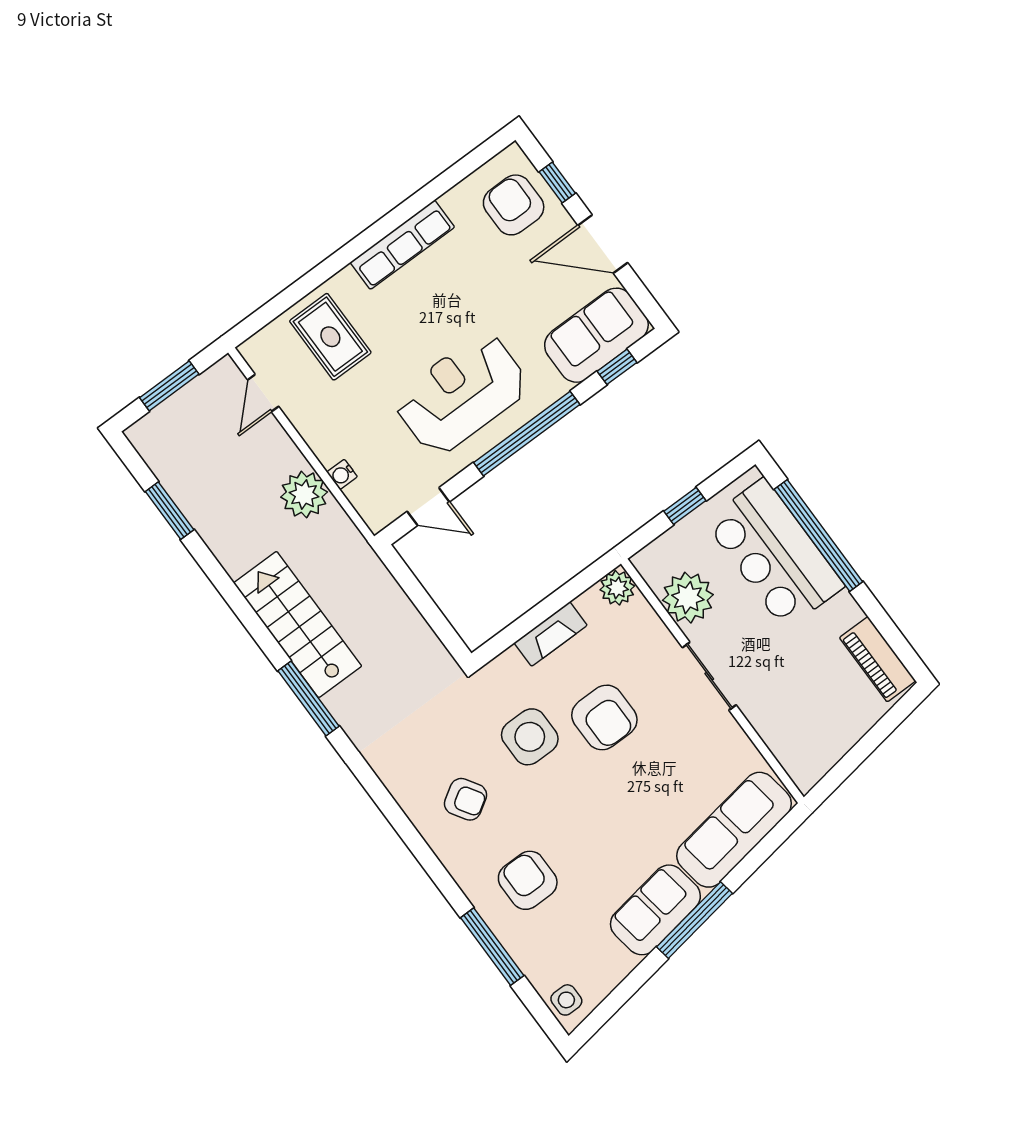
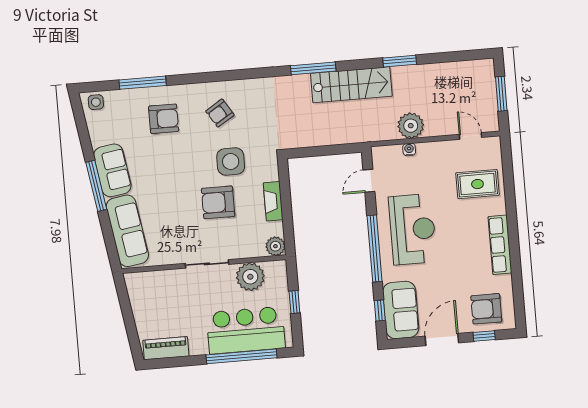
armchair: (514, 205) -> (486, 309), turned 180
window: (170, 511) -> (400, 61), moved

